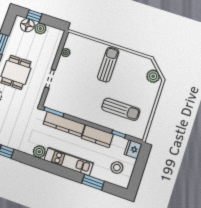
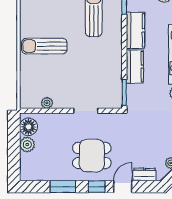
window: (34, 16) -> (14, 158), removed
floor lamp: (27, 25) -> (28, 127), moved
kitchen counter: (64, 124) -> (135, 67), width x0.67

